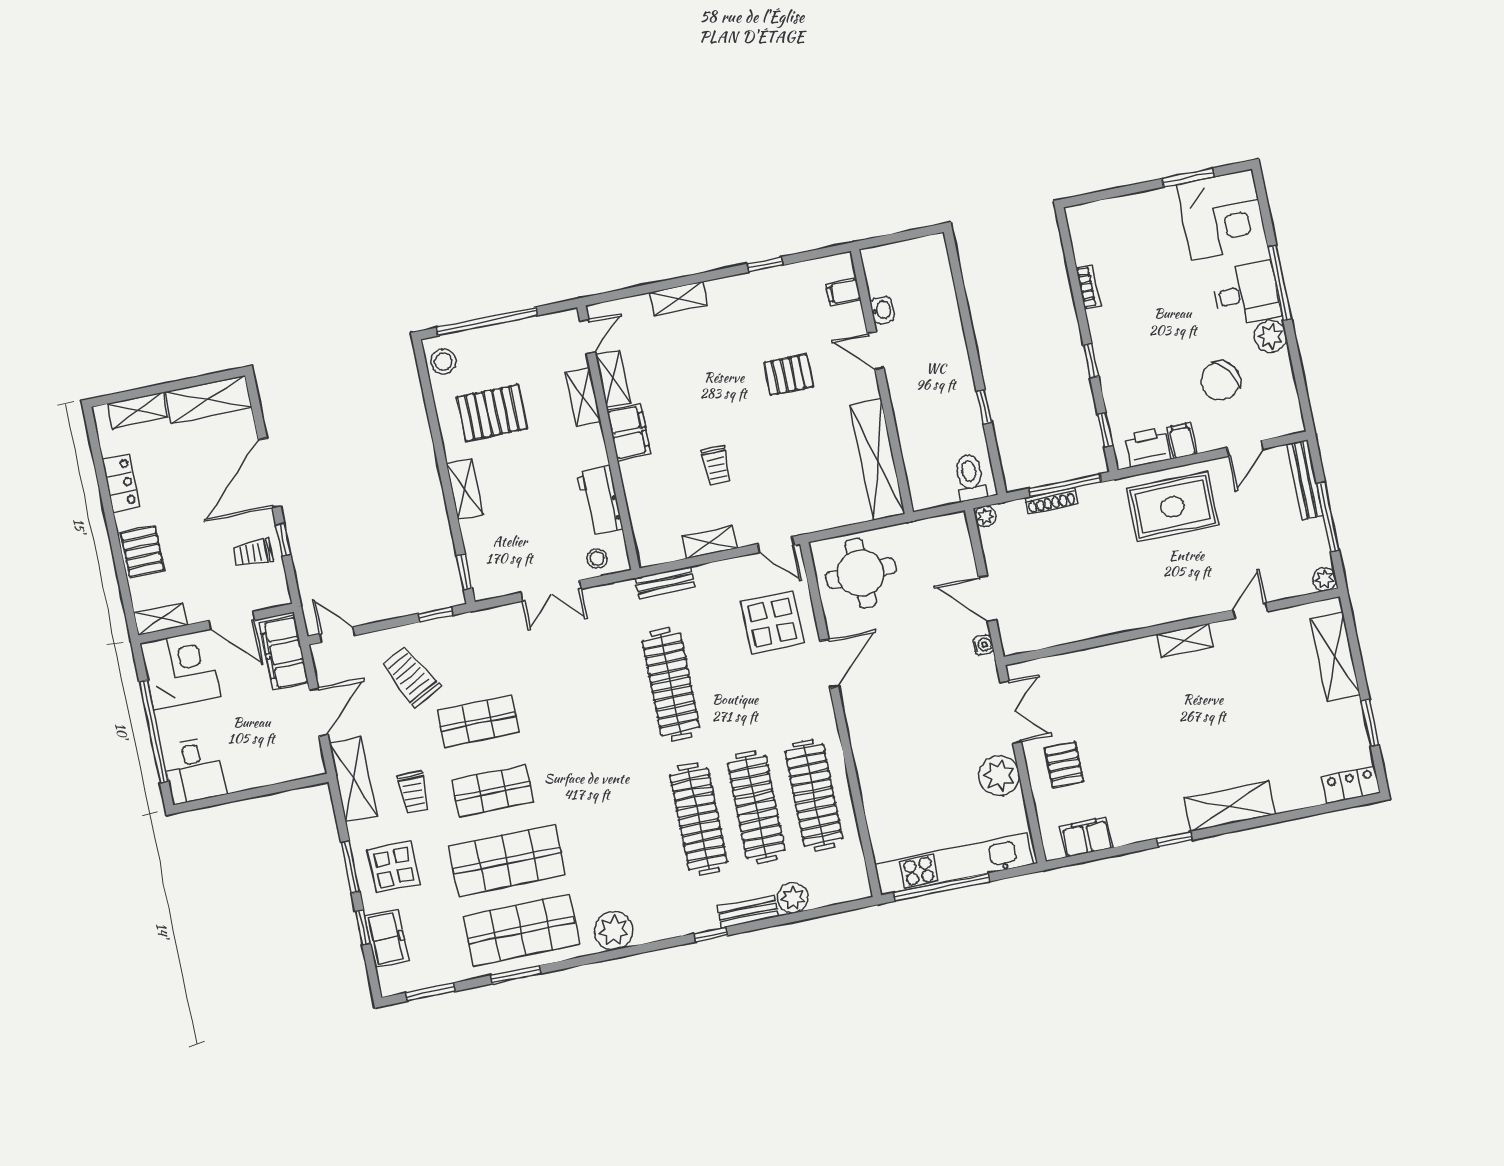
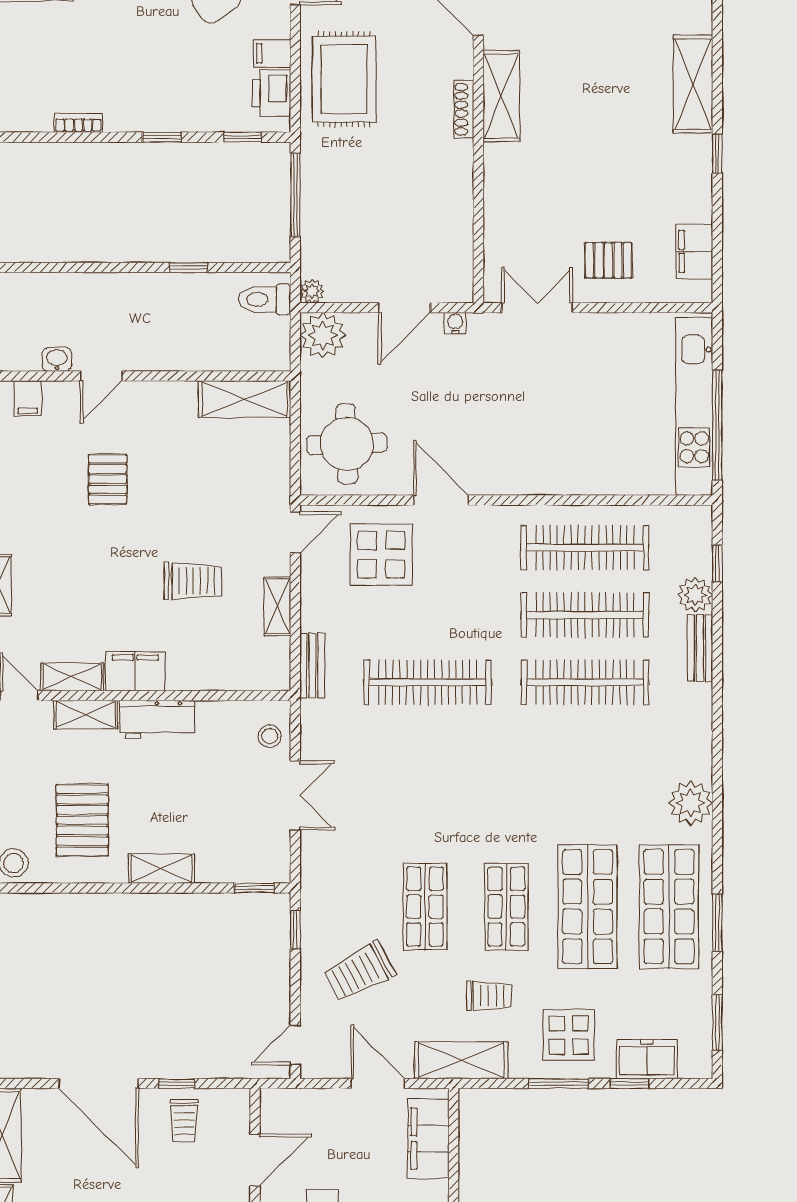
shelving: (877, 459) -> (245, 399), width x0.68
trolley: (716, 465) -> (193, 581), width x1.36, depth x1.39
workbench: (600, 501) -> (157, 720), moved
shoe rack: (1051, 501) -> (464, 109), moved, turned 180
shelving: (1185, 640) -> (501, 96), width x1.50, depth x1.33
filing cabinet: (284, 653) -> (428, 1139), moved, turned 90
plant: (999, 776) -> (323, 335), moved
window: (710, 935) -> (717, 563), moved

